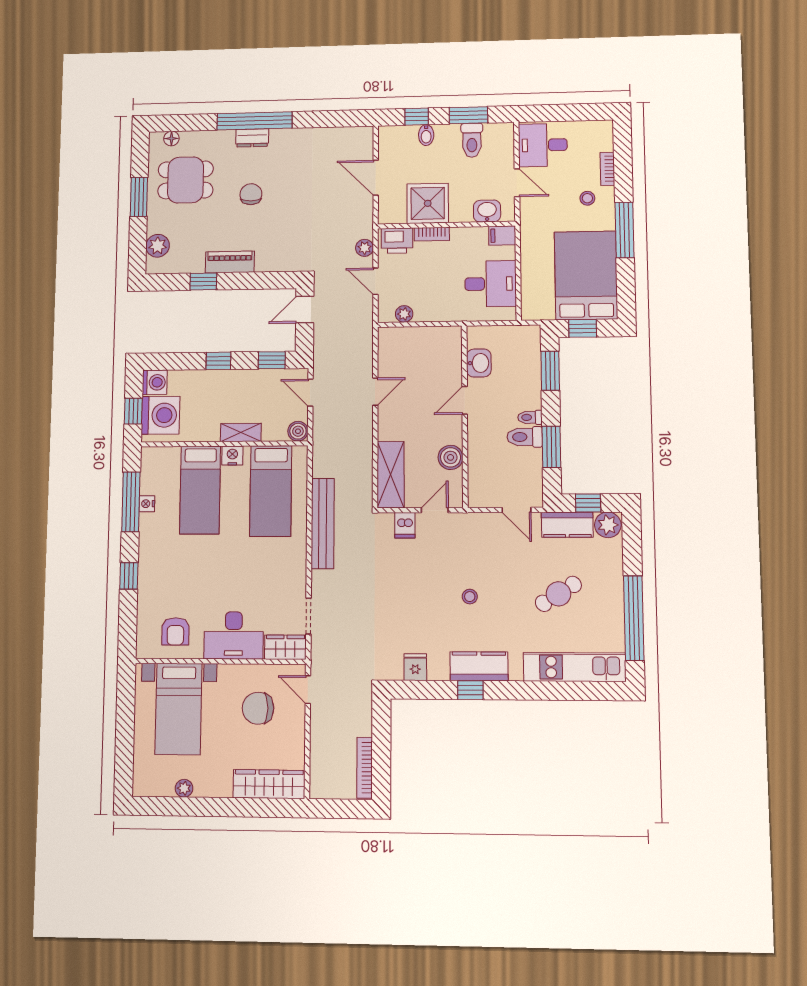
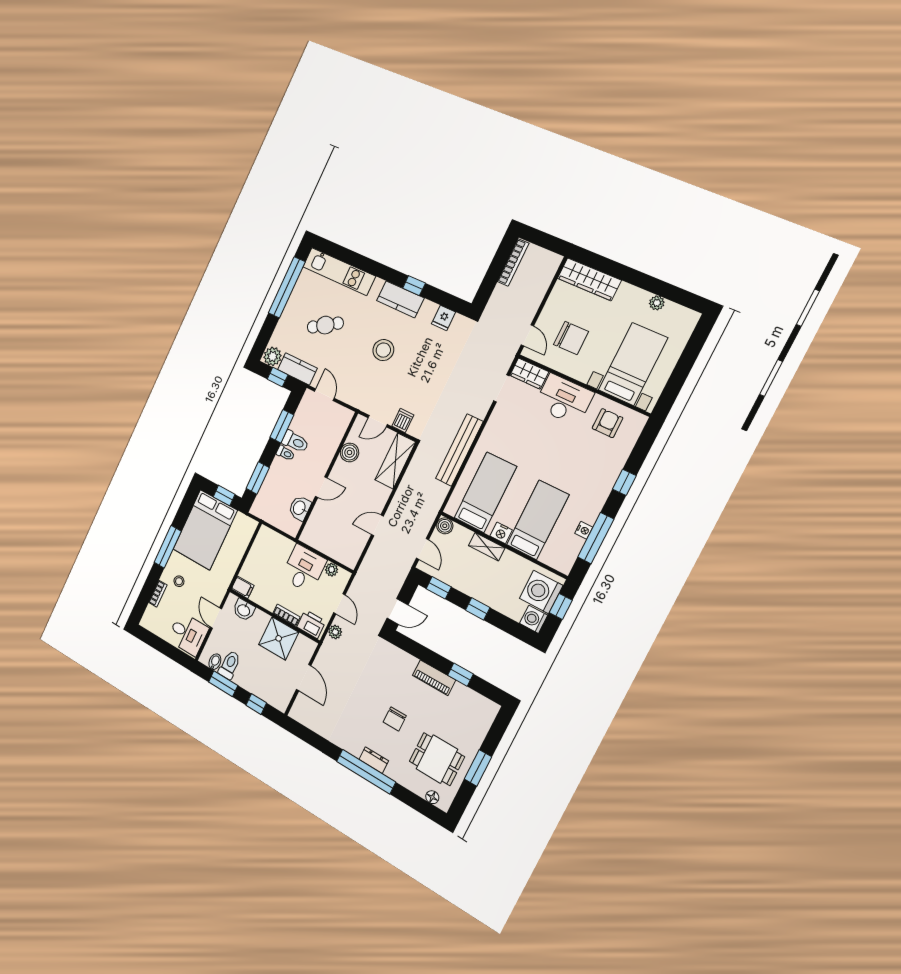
bidet: (426, 135) -> (215, 662), moved
plant: (158, 246) -> (482, 722), removed
desk: (490, 284) -> (304, 569), moved, turned 90
stool: (470, 597) -> (383, 350), width x1.89, depth x1.89

